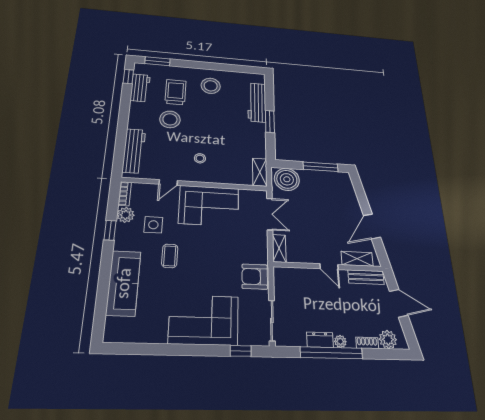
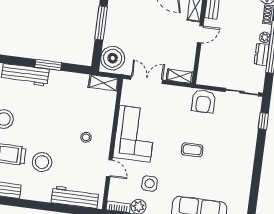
coffee table: (170, 256) -> (192, 150), moved
corner sofa: (204, 320) -> (236, 148), removed

